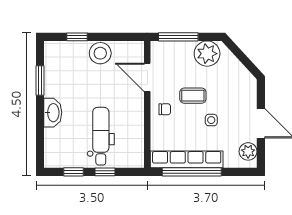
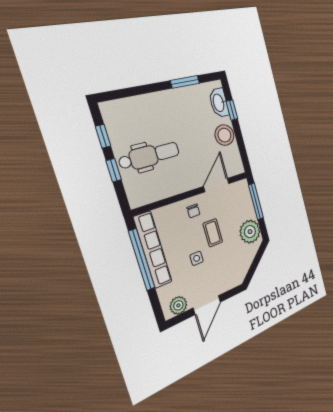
washbasin: (53, 113) -> (219, 103), moved, turned 90

